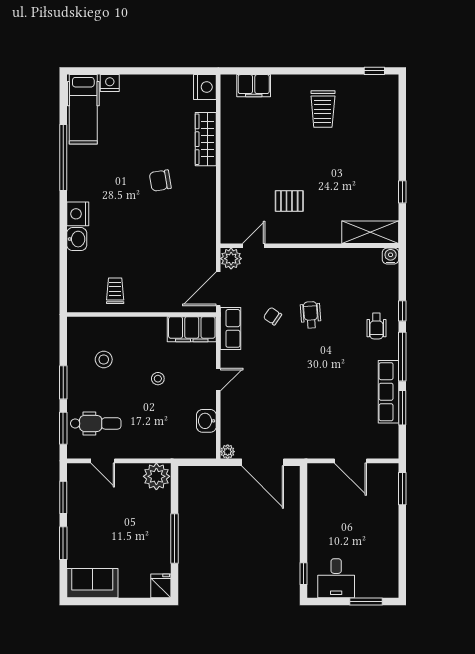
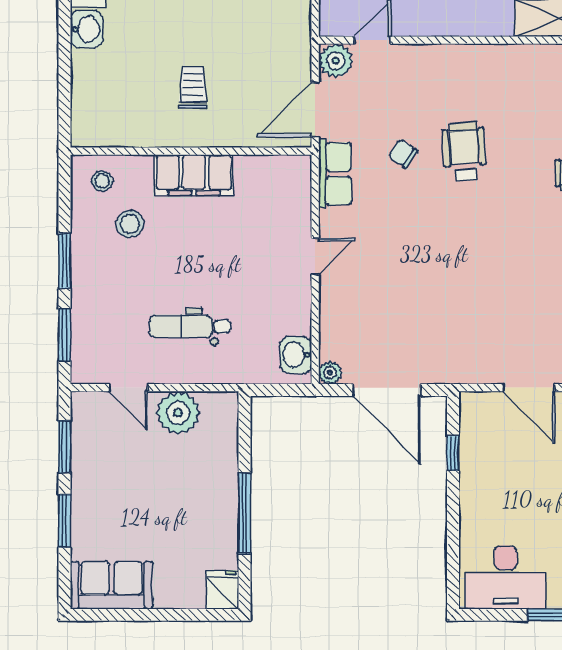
trolley: (115, 291) -> (193, 88), moved
wheelchair: (311, 315) -> (464, 152), width x1.36, depth x1.37
filing cabinet: (192, 329) -> (194, 175), moved
stool: (158, 379) -> (102, 181), moved
washbasin: (206, 421) -> (296, 355), moved
dental chair: (96, 423) -> (190, 326), moved, turned 180
plant: (156, 476) -> (178, 413), moved
window: (304, 574) -> (453, 453), moved
desk: (336, 578) -> (506, 577), width x1.37

